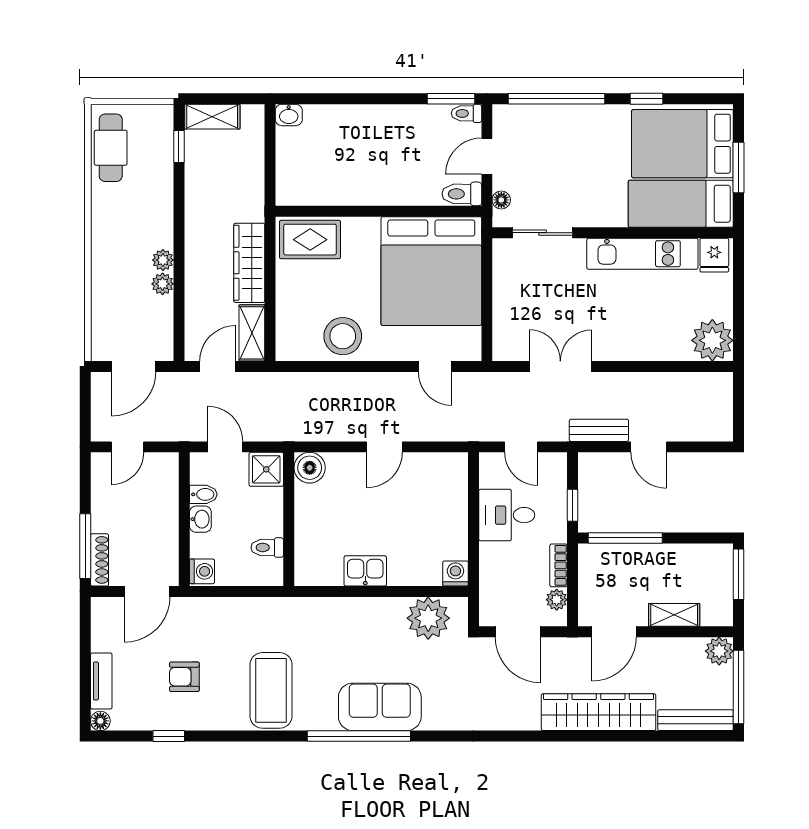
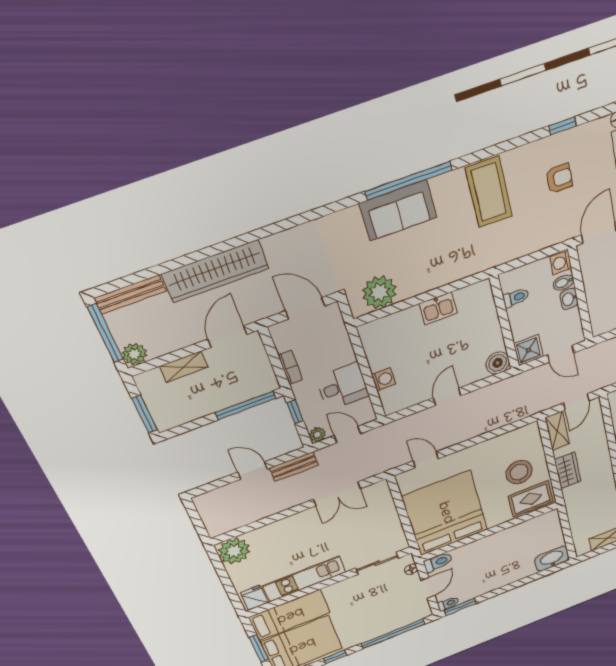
washbasin: (289, 115) -> (552, 559), width x1.91, depth x1.45
wardrobe: (249, 263) -> (568, 470), width x0.67
stool: (343, 336) -> (519, 472), moved
bidet: (203, 494) -> (564, 282), moved
washing machine: (455, 573) -> (384, 379), moved, turned -90
plant: (557, 600) -> (317, 435), moved

